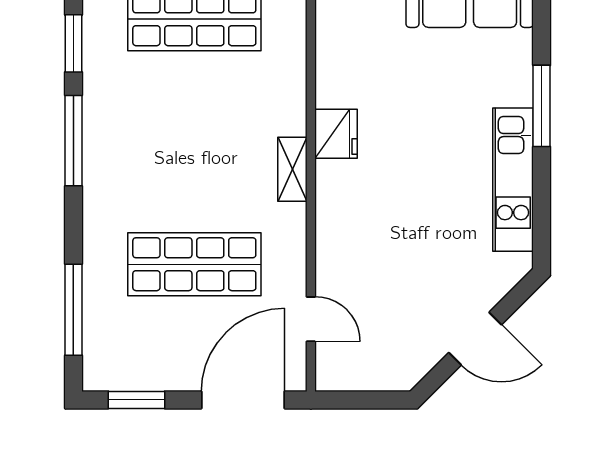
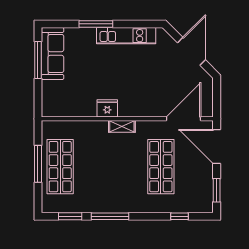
window: (73, 310) -> (180, 216), width x0.46
door: (311, 319) -> (183, 119), width x1.88
door: (475, 339) -> (191, 51), width x1.36

